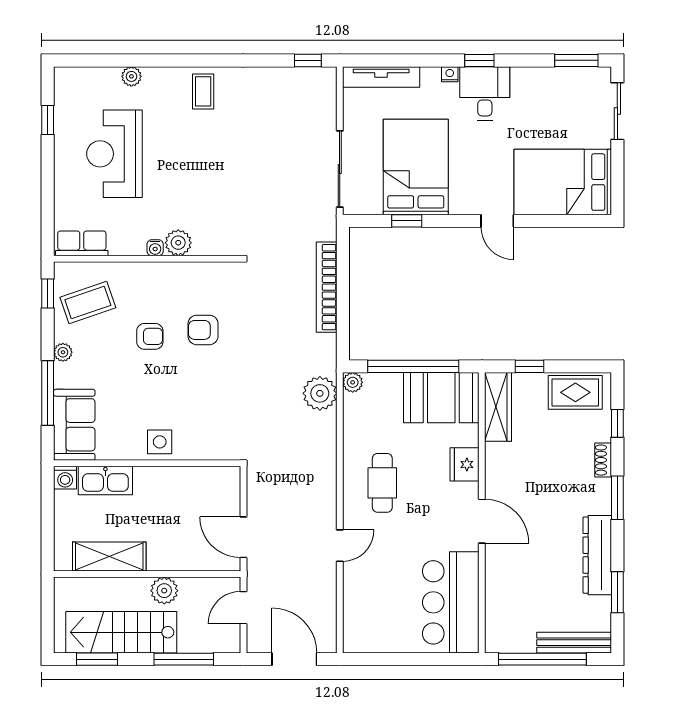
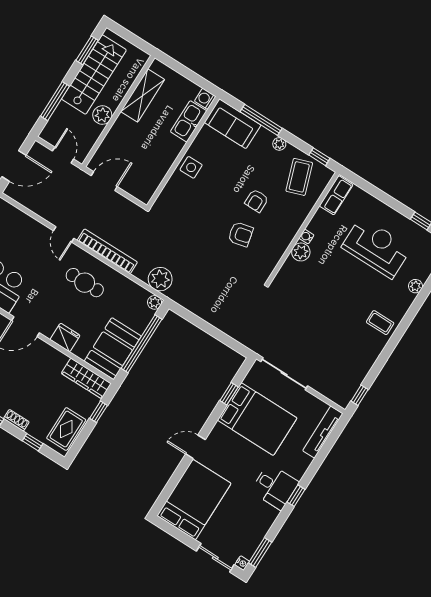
nightstand: (450, 74) -> (242, 563), moved
bookcase: (327, 287) -> (107, 251), moved
armchair: (203, 330) -> (241, 234), turned 77

